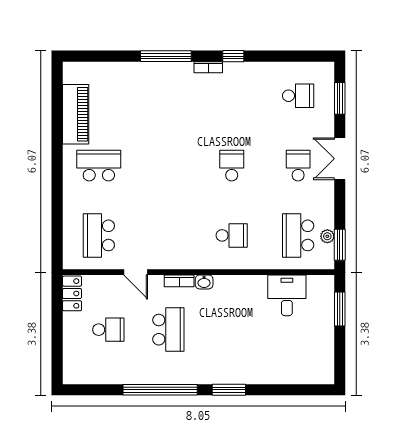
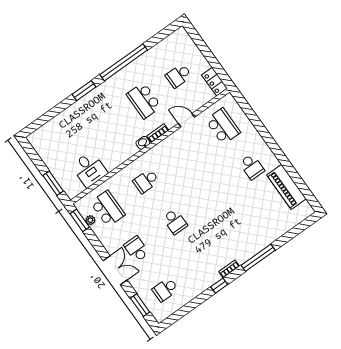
school desk: (99, 166) -> (252, 167), width x0.54
school desk: (298, 166) -> (136, 249), turned 180

